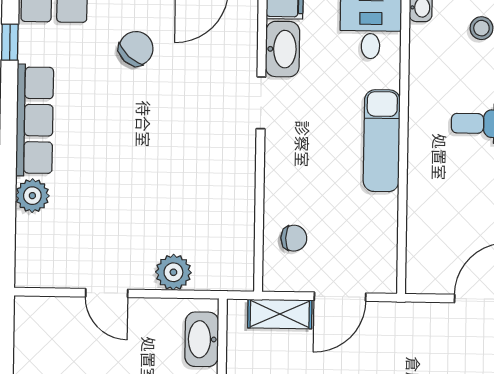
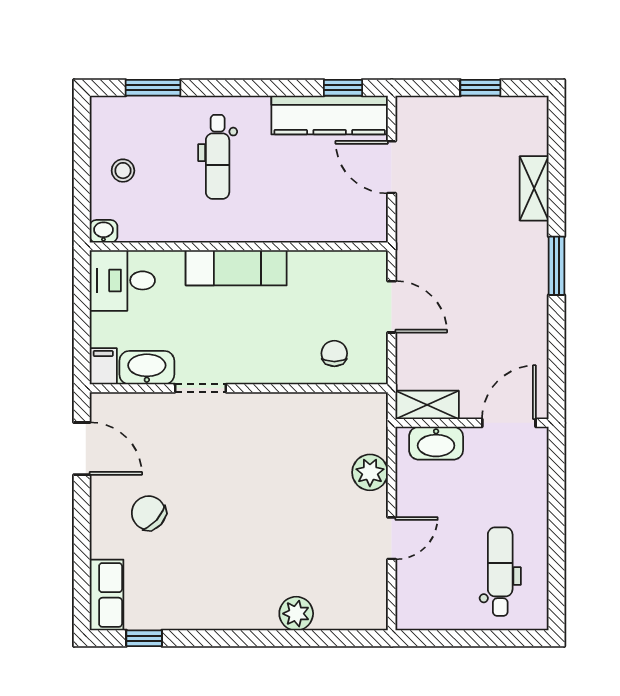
row of seats: (35, 120) -> (221, 612), removed
shelving: (280, 314) -> (427, 405), moved, turned 90

